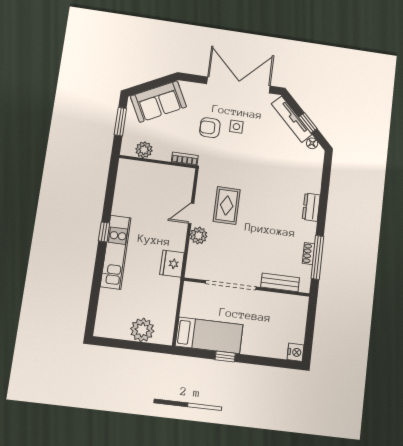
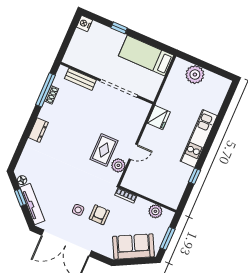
armchair: (210, 128) -> (99, 215), turned -90
window: (104, 232) -> (195, 176), moved
plant: (199, 236) -> (118, 165), moved
window: (225, 356) -> (119, 28), moved

